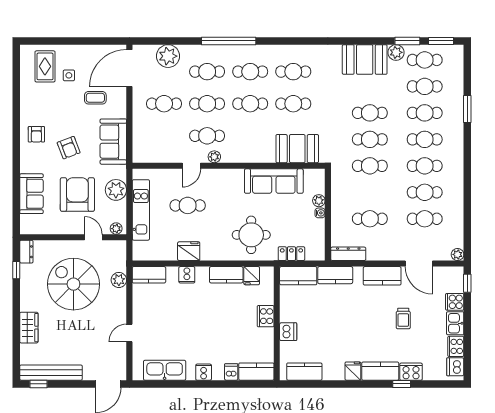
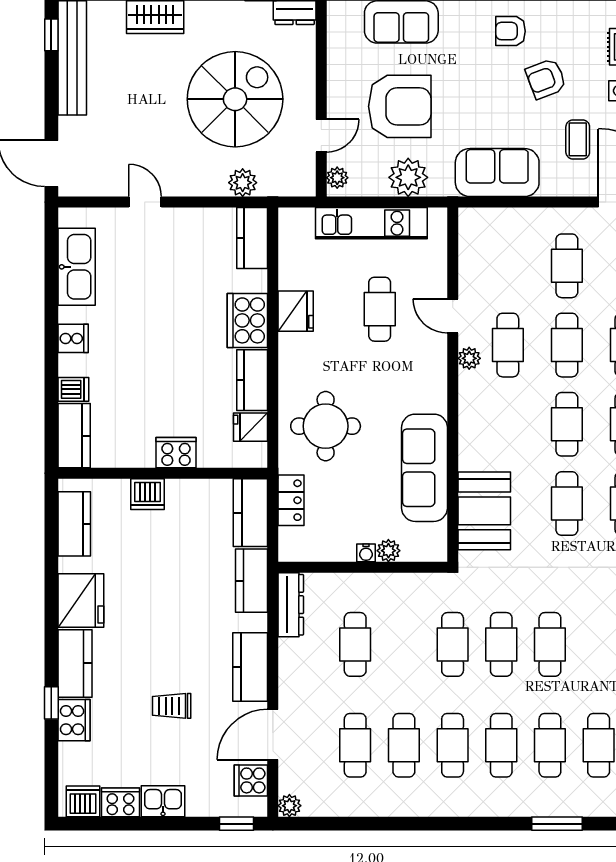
armchair: (69, 148) -> (546, 79), moved
cooker: (187, 275) -> (247, 320), width x1.87, depth x1.31
cooker: (455, 302) -> (251, 780), moved, turned -90
fridge: (353, 371) -> (81, 601), width x1.88, depth x1.34

